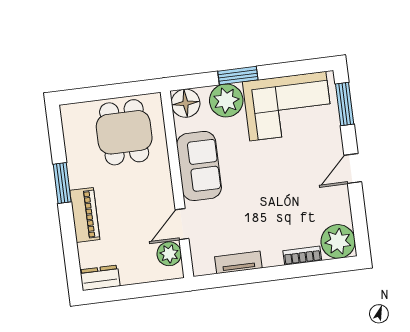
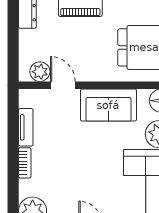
bookcase: (302, 256) -> (25, 163), moved

